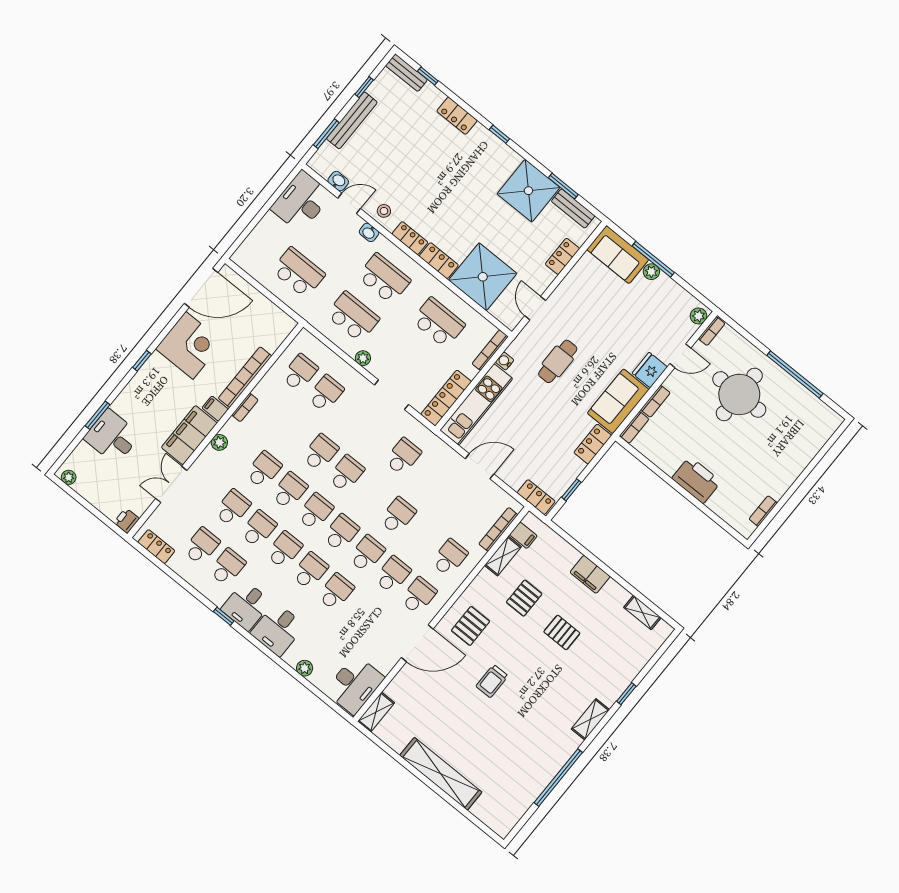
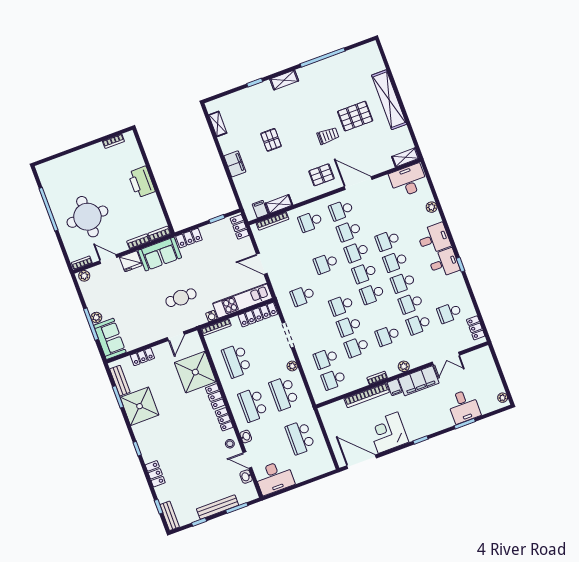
school desk: (289, 491) -> (357, 347), moved
printer: (127, 521) -> (484, 353), removed
school desk: (227, 567) -> (442, 292), removed
pallet: (524, 598) -> (355, 116), moved, width x1.50, depth x1.42

